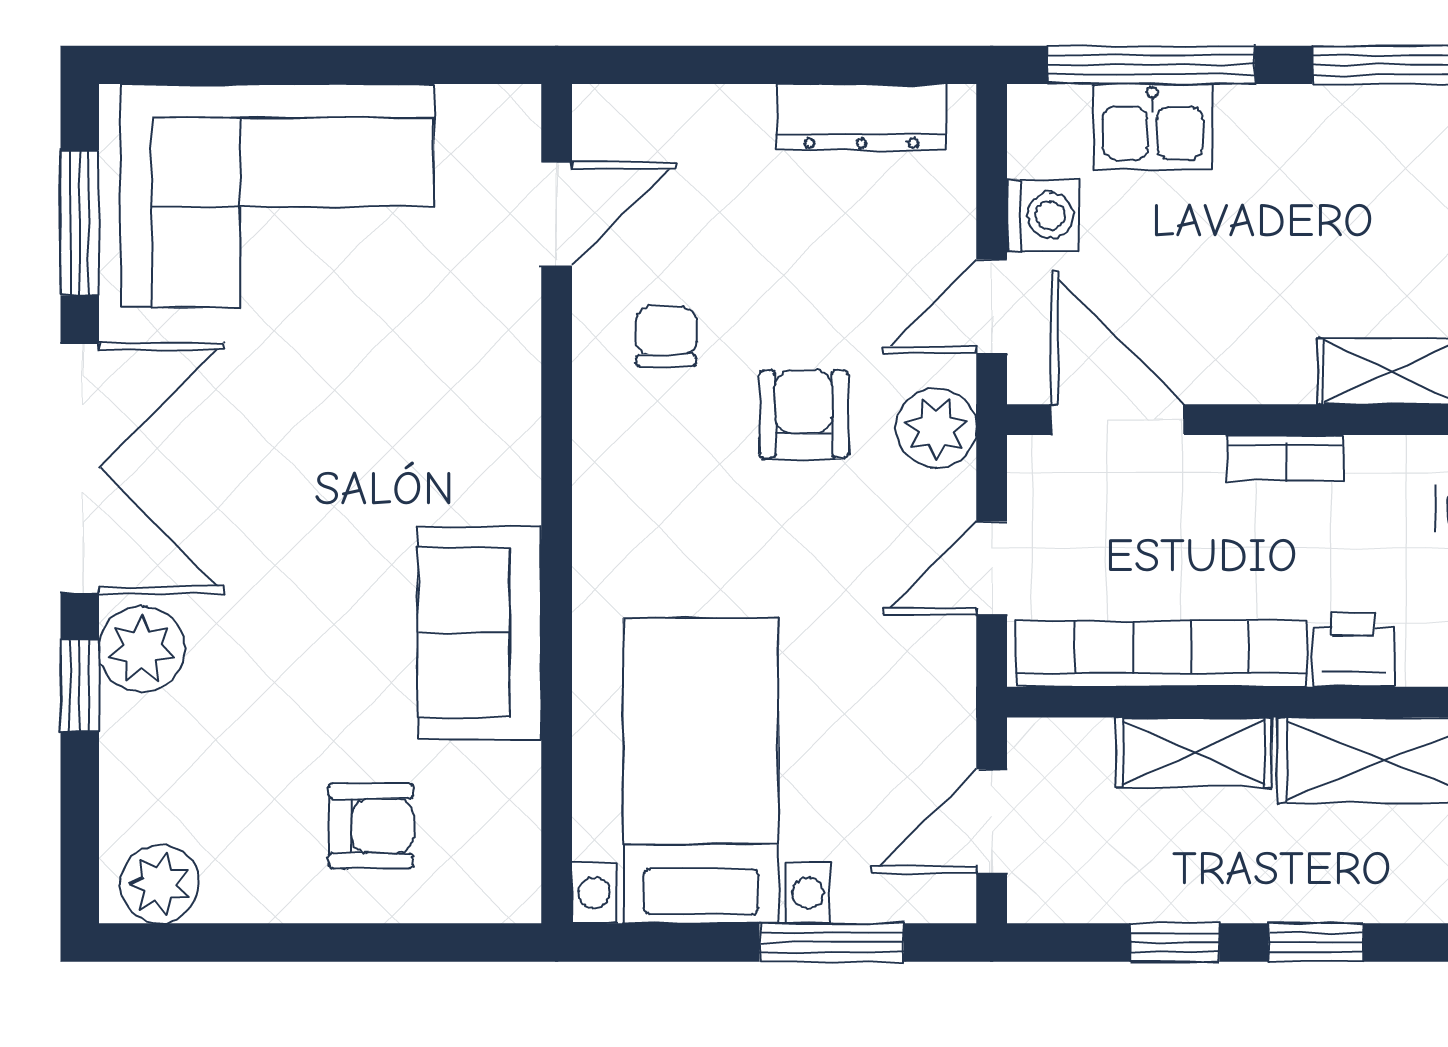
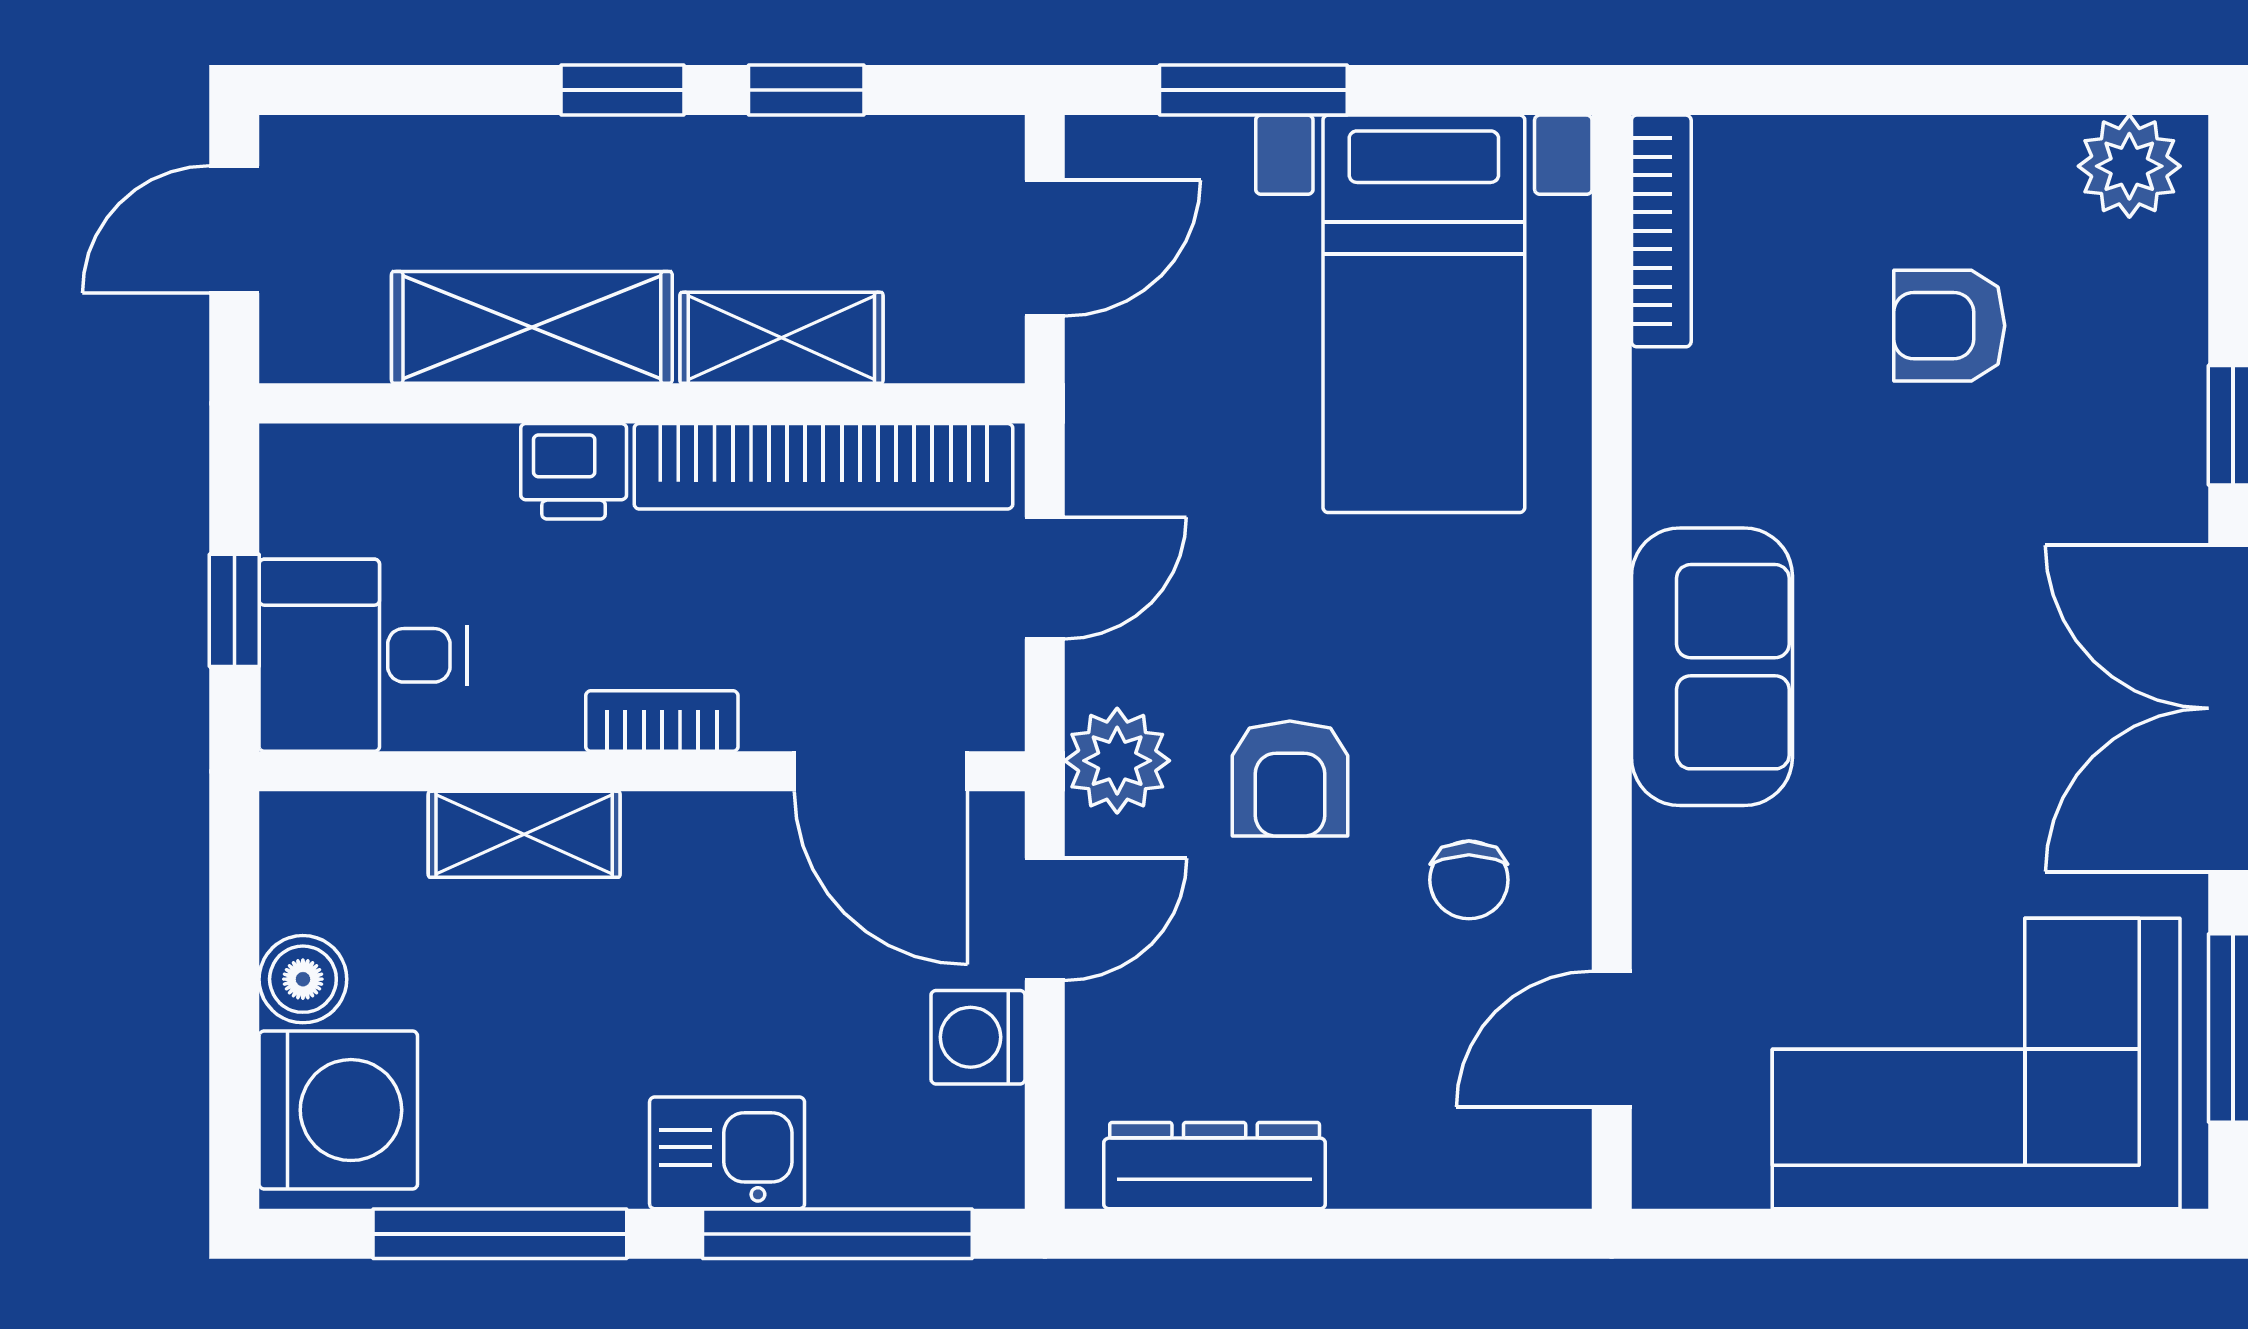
kitchen sink: (1152, 127) -> (727, 1153), moved
sofa: (480, 633) -> (1712, 667), moved
plant: (142, 649) -> (2153, 472), removed
armchair: (371, 826) -> (1949, 326), moved
bookcase: (519, 834) -> (1661, 231), added

